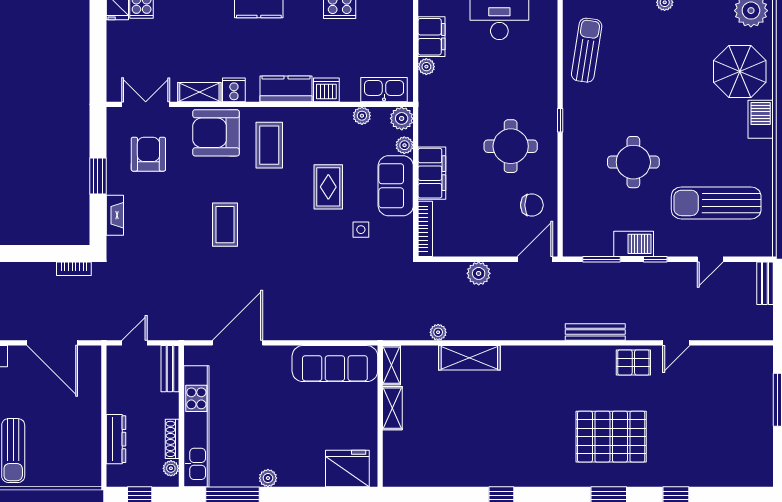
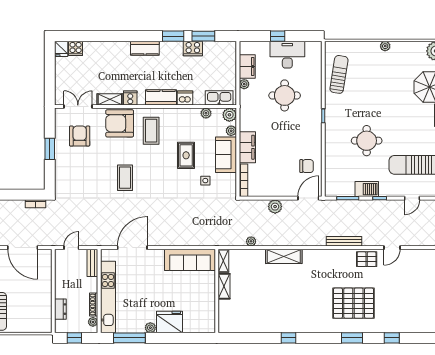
round table: (511, 146) -> (285, 95), moved
fireplace: (115, 215) -> (60, 172), removed
shelving: (469, 358) -> (284, 256), moved
dresser: (116, 439) -> (60, 309), width x0.70
fridge: (347, 468) -> (170, 322), moved

